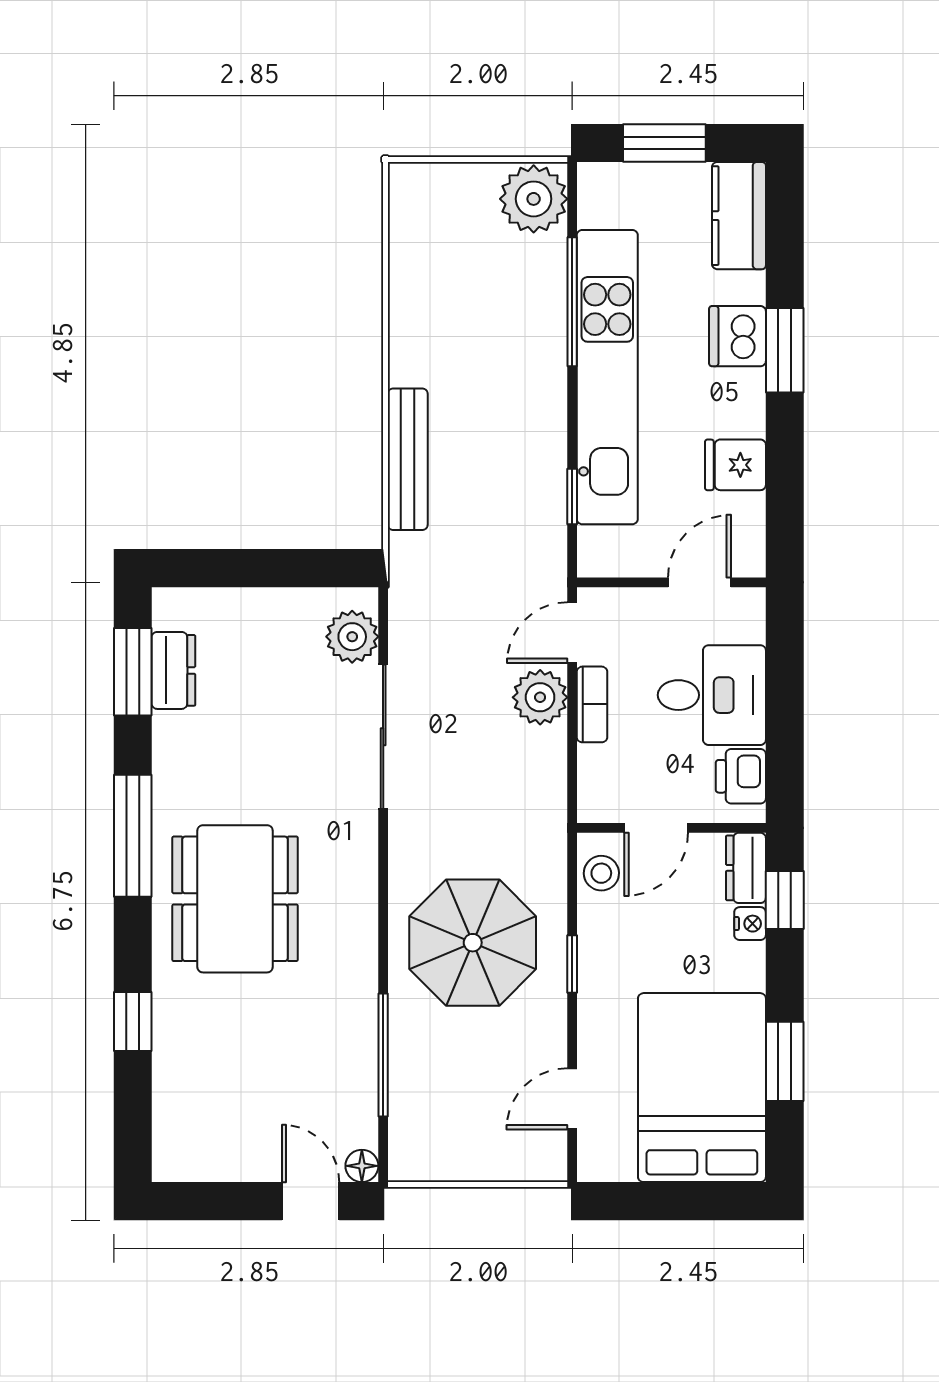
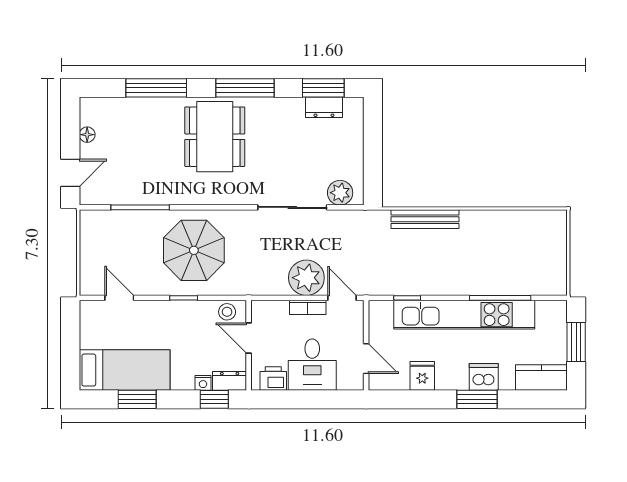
plant: (534, 199) -> (549, 279), removed
plant: (540, 697) -> (306, 278), width x1.36, depth x1.36
dining table: (235, 899) -> (215, 137), turned 90
window: (133, 1021) -> (156, 88), width x2.17
bed: (702, 1088) -> (125, 370), width x0.67
floor lamp: (362, 1166) -> (87, 135), moved

